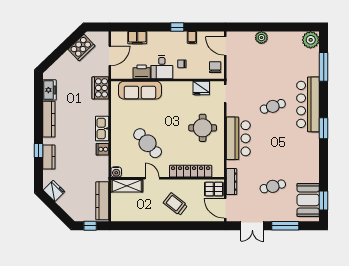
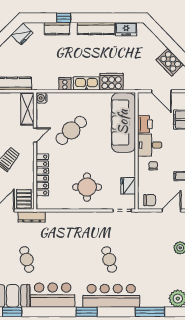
cooker: (100, 88) -> (112, 82), moved
sofa: (140, 90) -> (123, 122), width x1.36, depth x1.27
bar counter: (238, 138) -> (53, 295), moved, turned 180

